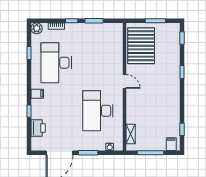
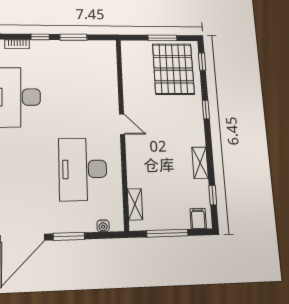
pallet: (141, 46) -> (173, 69), moved
shelving: (175, 108) -> (200, 163), added

